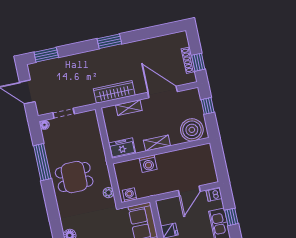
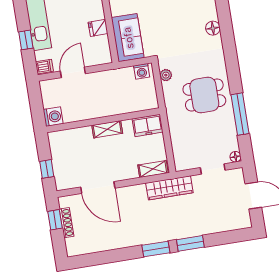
window: (46, 55) -> (190, 243), moved
wardrobe: (114, 92) -> (169, 188), moved
shelving: (129, 108) -> (153, 169), moved
boiler: (192, 130) -> (66, 142), removed
washing machine: (148, 164) -> (53, 117), moved, turned 90

